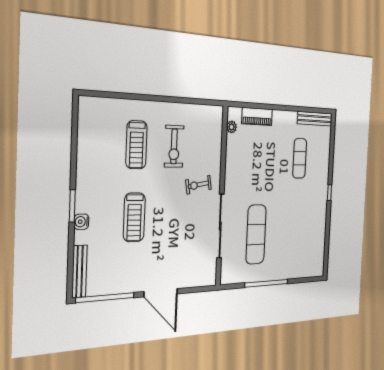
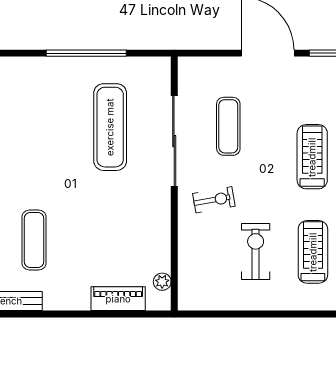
exercise mat: (188, 238) -> (228, 126), added

